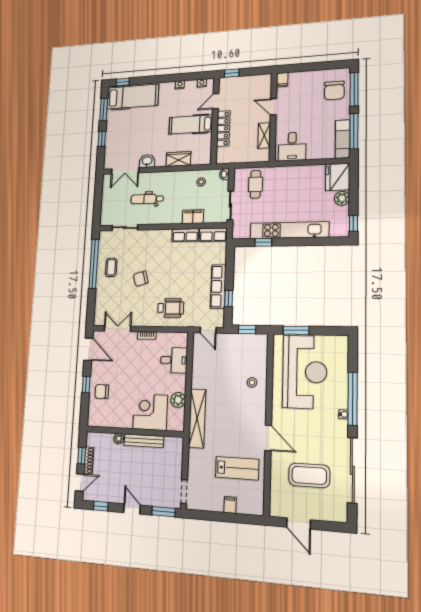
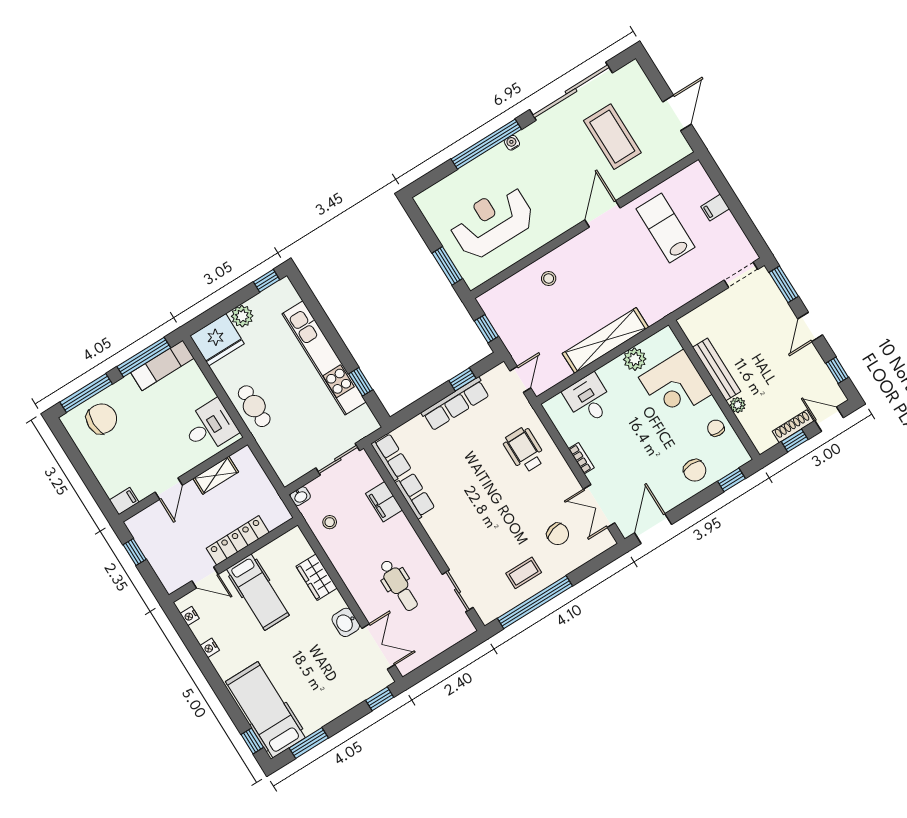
window: (232, 73) -> (135, 552), moved
window: (102, 139) -> (380, 699), moved
cafe table: (256, 184) -> (254, 406), moved, turned 90
chair: (141, 279) -> (558, 534), moved
reception desk: (305, 372) -> (492, 222), width x0.74, depth x0.77
window: (86, 385) -> (731, 480), moved
chair: (115, 418) -> (716, 428), added
shelving: (197, 418) -> (605, 340), moved

